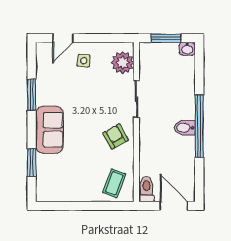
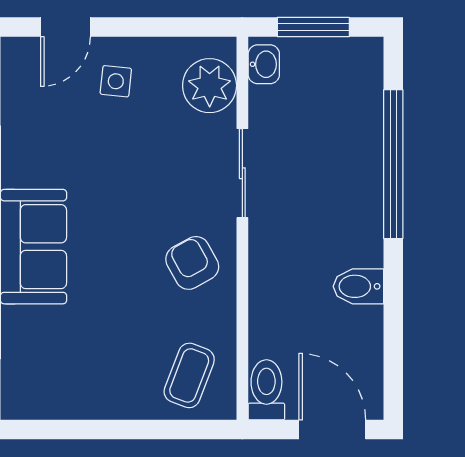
washbasin: (187, 49) -> (264, 64), moved, turned -90
window: (199, 126) -> (393, 164), moved
bidet: (185, 128) -> (358, 286), moved

